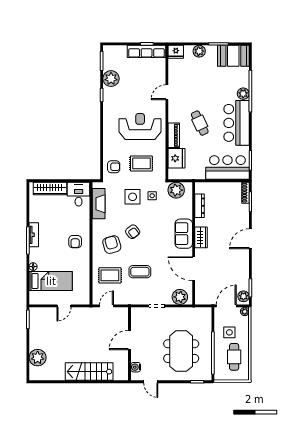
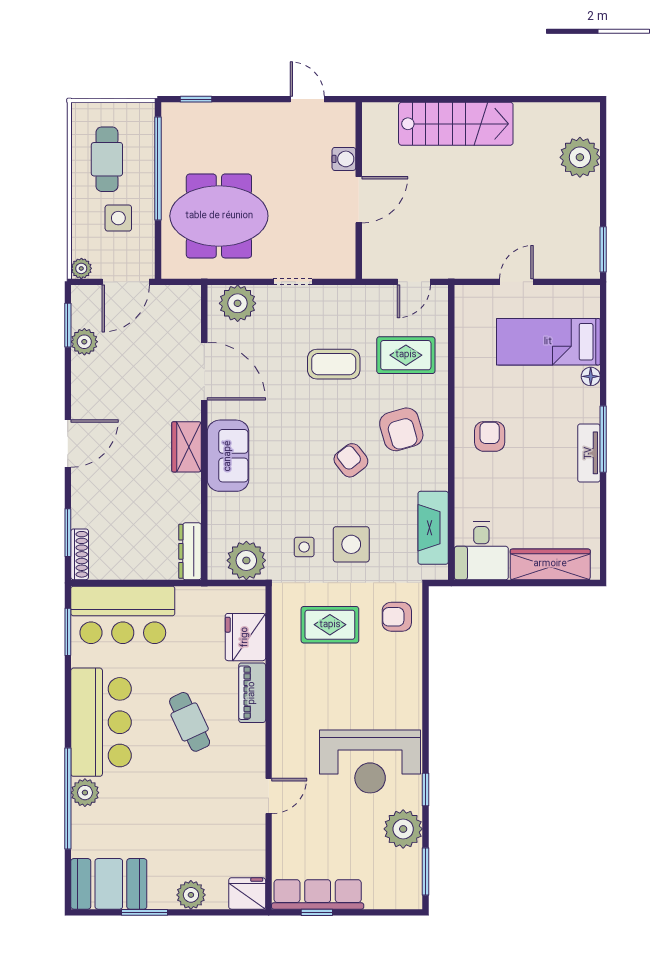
reception desk: (140, 127) -> (370, 762), moved
dresser: (200, 206) -> (190, 551), moved
plant: (243, 296) -> (84, 342), moved
meeting table: (181, 351) -> (219, 216), moved, turned 90
water cooler: (136, 367) -> (344, 159), moved

